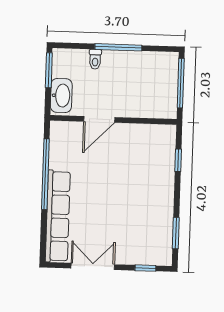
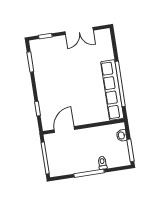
washbasin: (61, 95) -> (122, 135), width x0.52, depth x0.69
door: (99, 119) -> (64, 130), moved
row of seats: (58, 216) -> (112, 90), moved

